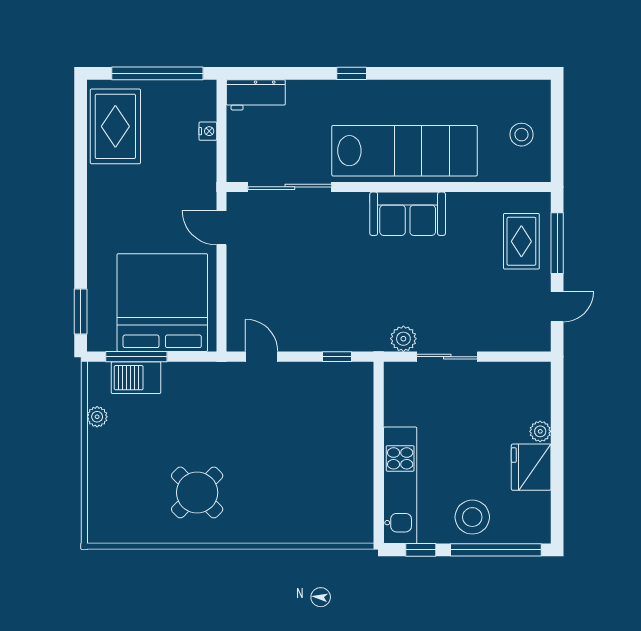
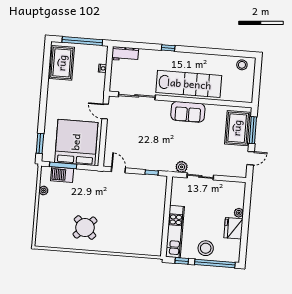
stool: (521, 135) -> (242, 65), moved
rug: (521, 241) -> (237, 128), width x1.36, depth x1.43

